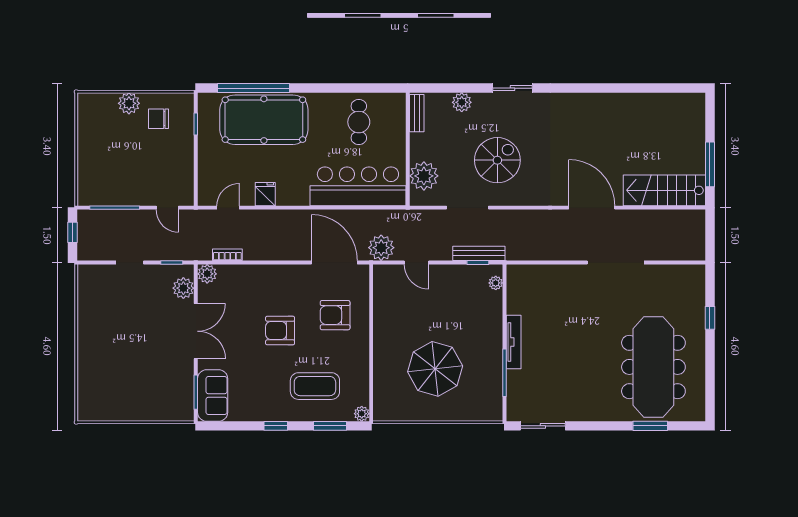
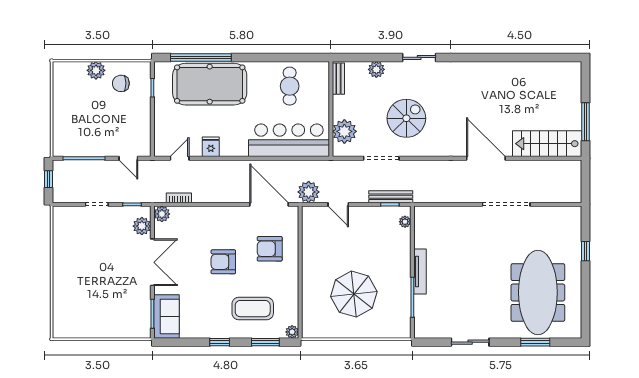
sliding door: (543, 426) -> (470, 342), moved

